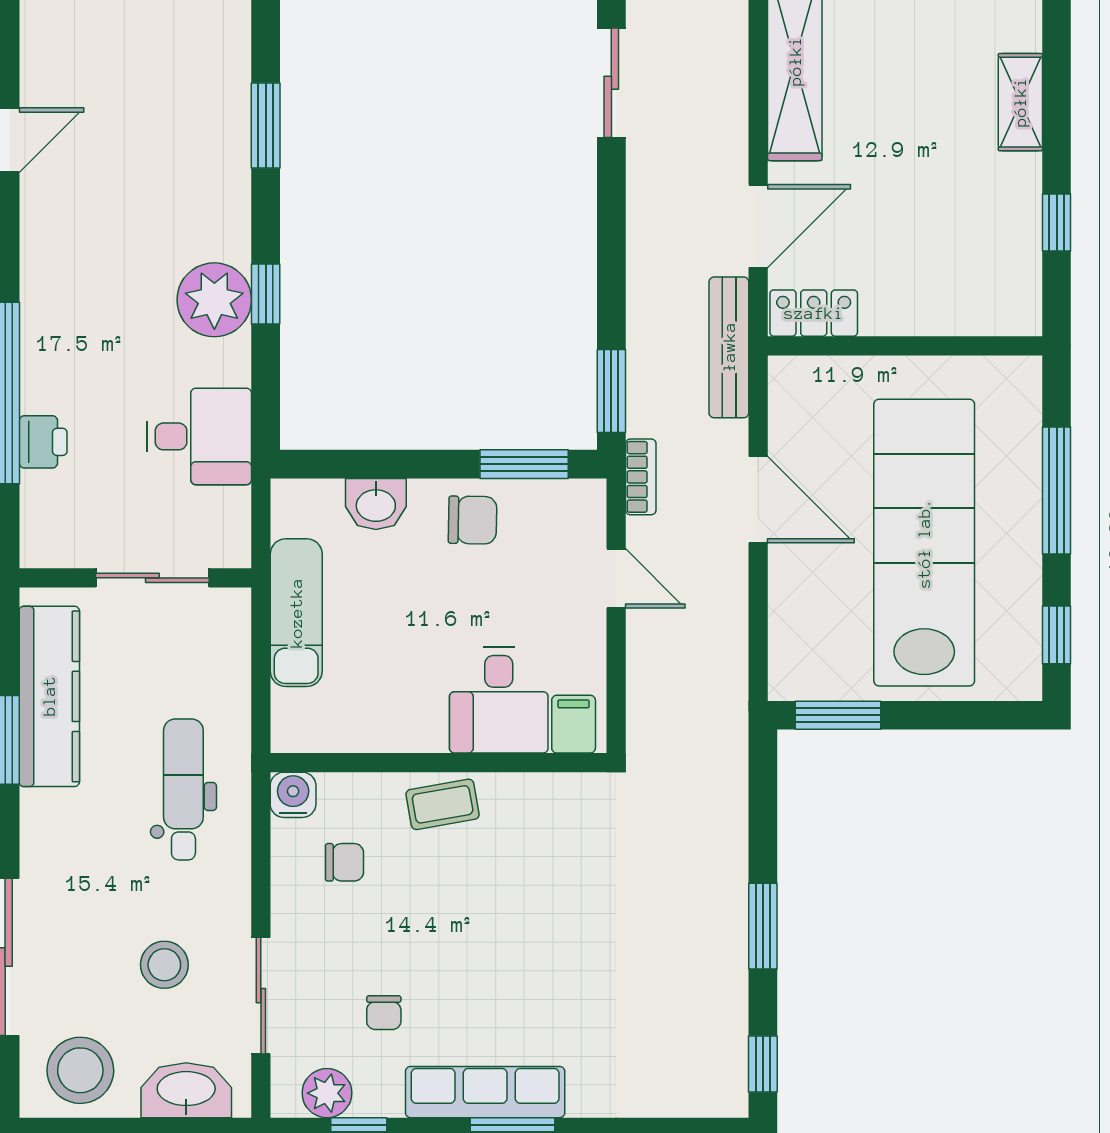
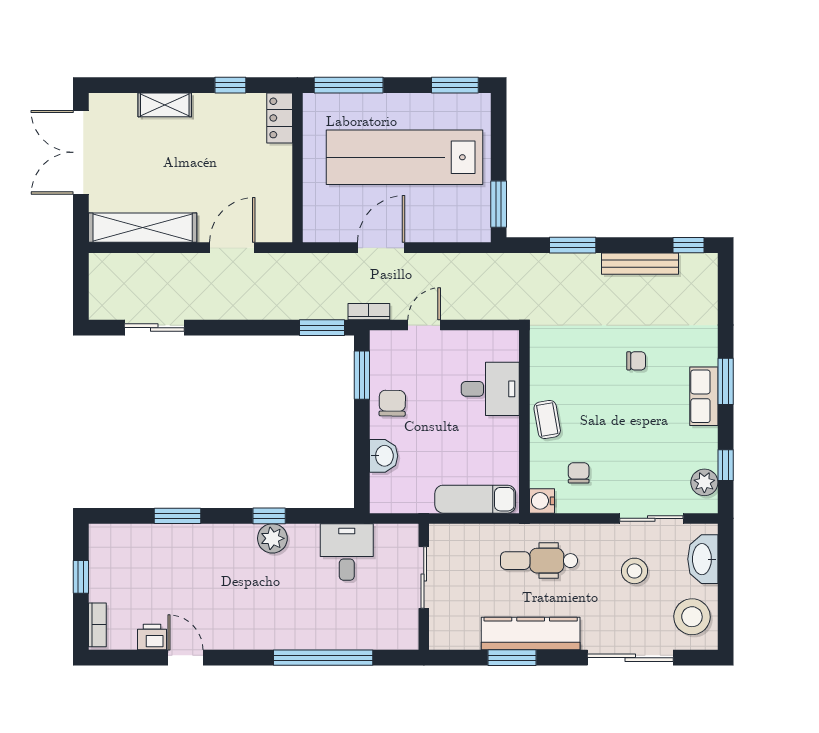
door: (758, 226) -> (232, 248), hinge flipped
plant: (214, 300) -> (272, 538), width x0.73, depth x0.73
locker: (814, 313) -> (280, 118), moved
bench: (729, 347) -> (640, 264), moved
printer: (43, 442) -> (152, 637), moved
window: (1057, 491) -> (349, 85), moved
exam couch: (296, 613) -> (475, 499), moved
window: (1057, 635) -> (455, 85), width x1.50
kitchen counter: (49, 696) -> (531, 634), moved
filing cabinet: (574, 724) -> (503, 348), removed
window: (763, 926) -> (573, 245), moved
chair: (384, 1013) -> (636, 361), moved
row of seats: (485, 1092) -> (704, 396), width x0.68

